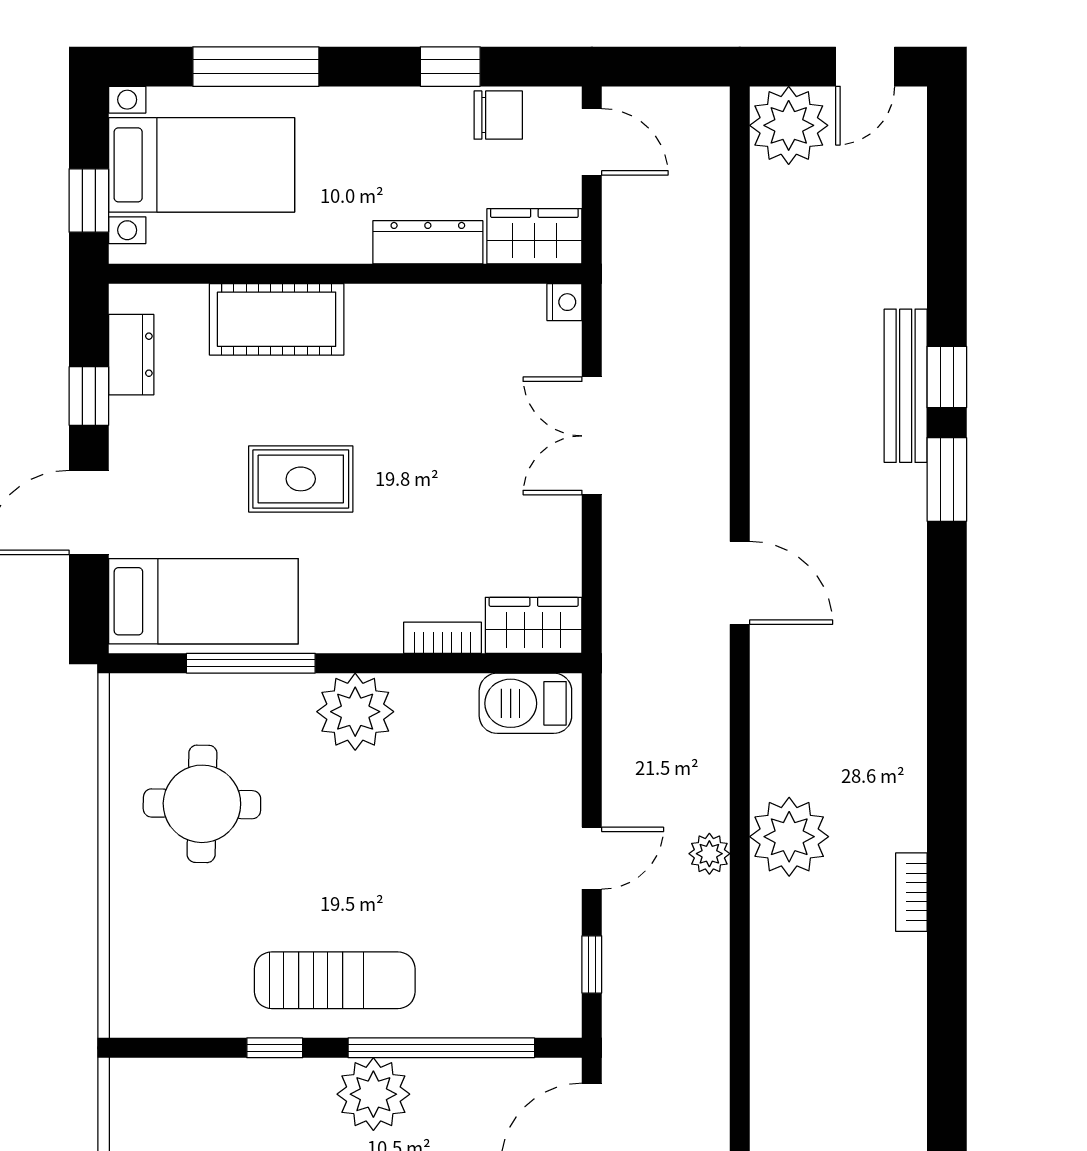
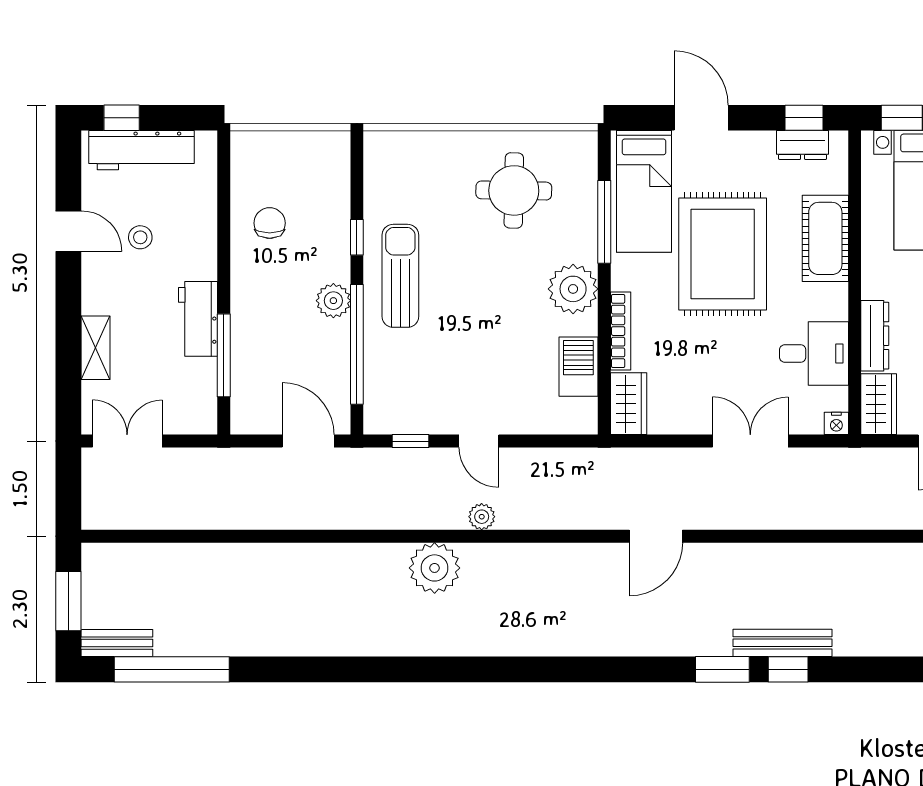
desk: (456, 337) -> (814, 353), added
window: (89, 396) -> (804, 118), moved
rug: (301, 479) -> (723, 254), width x1.86, depth x2.06
bookcase: (442, 638) -> (621, 331), width x1.56
barbecue: (525, 703) -> (578, 367), moved
plant: (789, 837) -> (435, 568), moved
bookcase: (911, 892) -> (457, 647), removed
sun lounger: (335, 980) -> (400, 276), turned 180
plant: (373, 1094) -> (333, 301), width x0.73, depth x0.73

